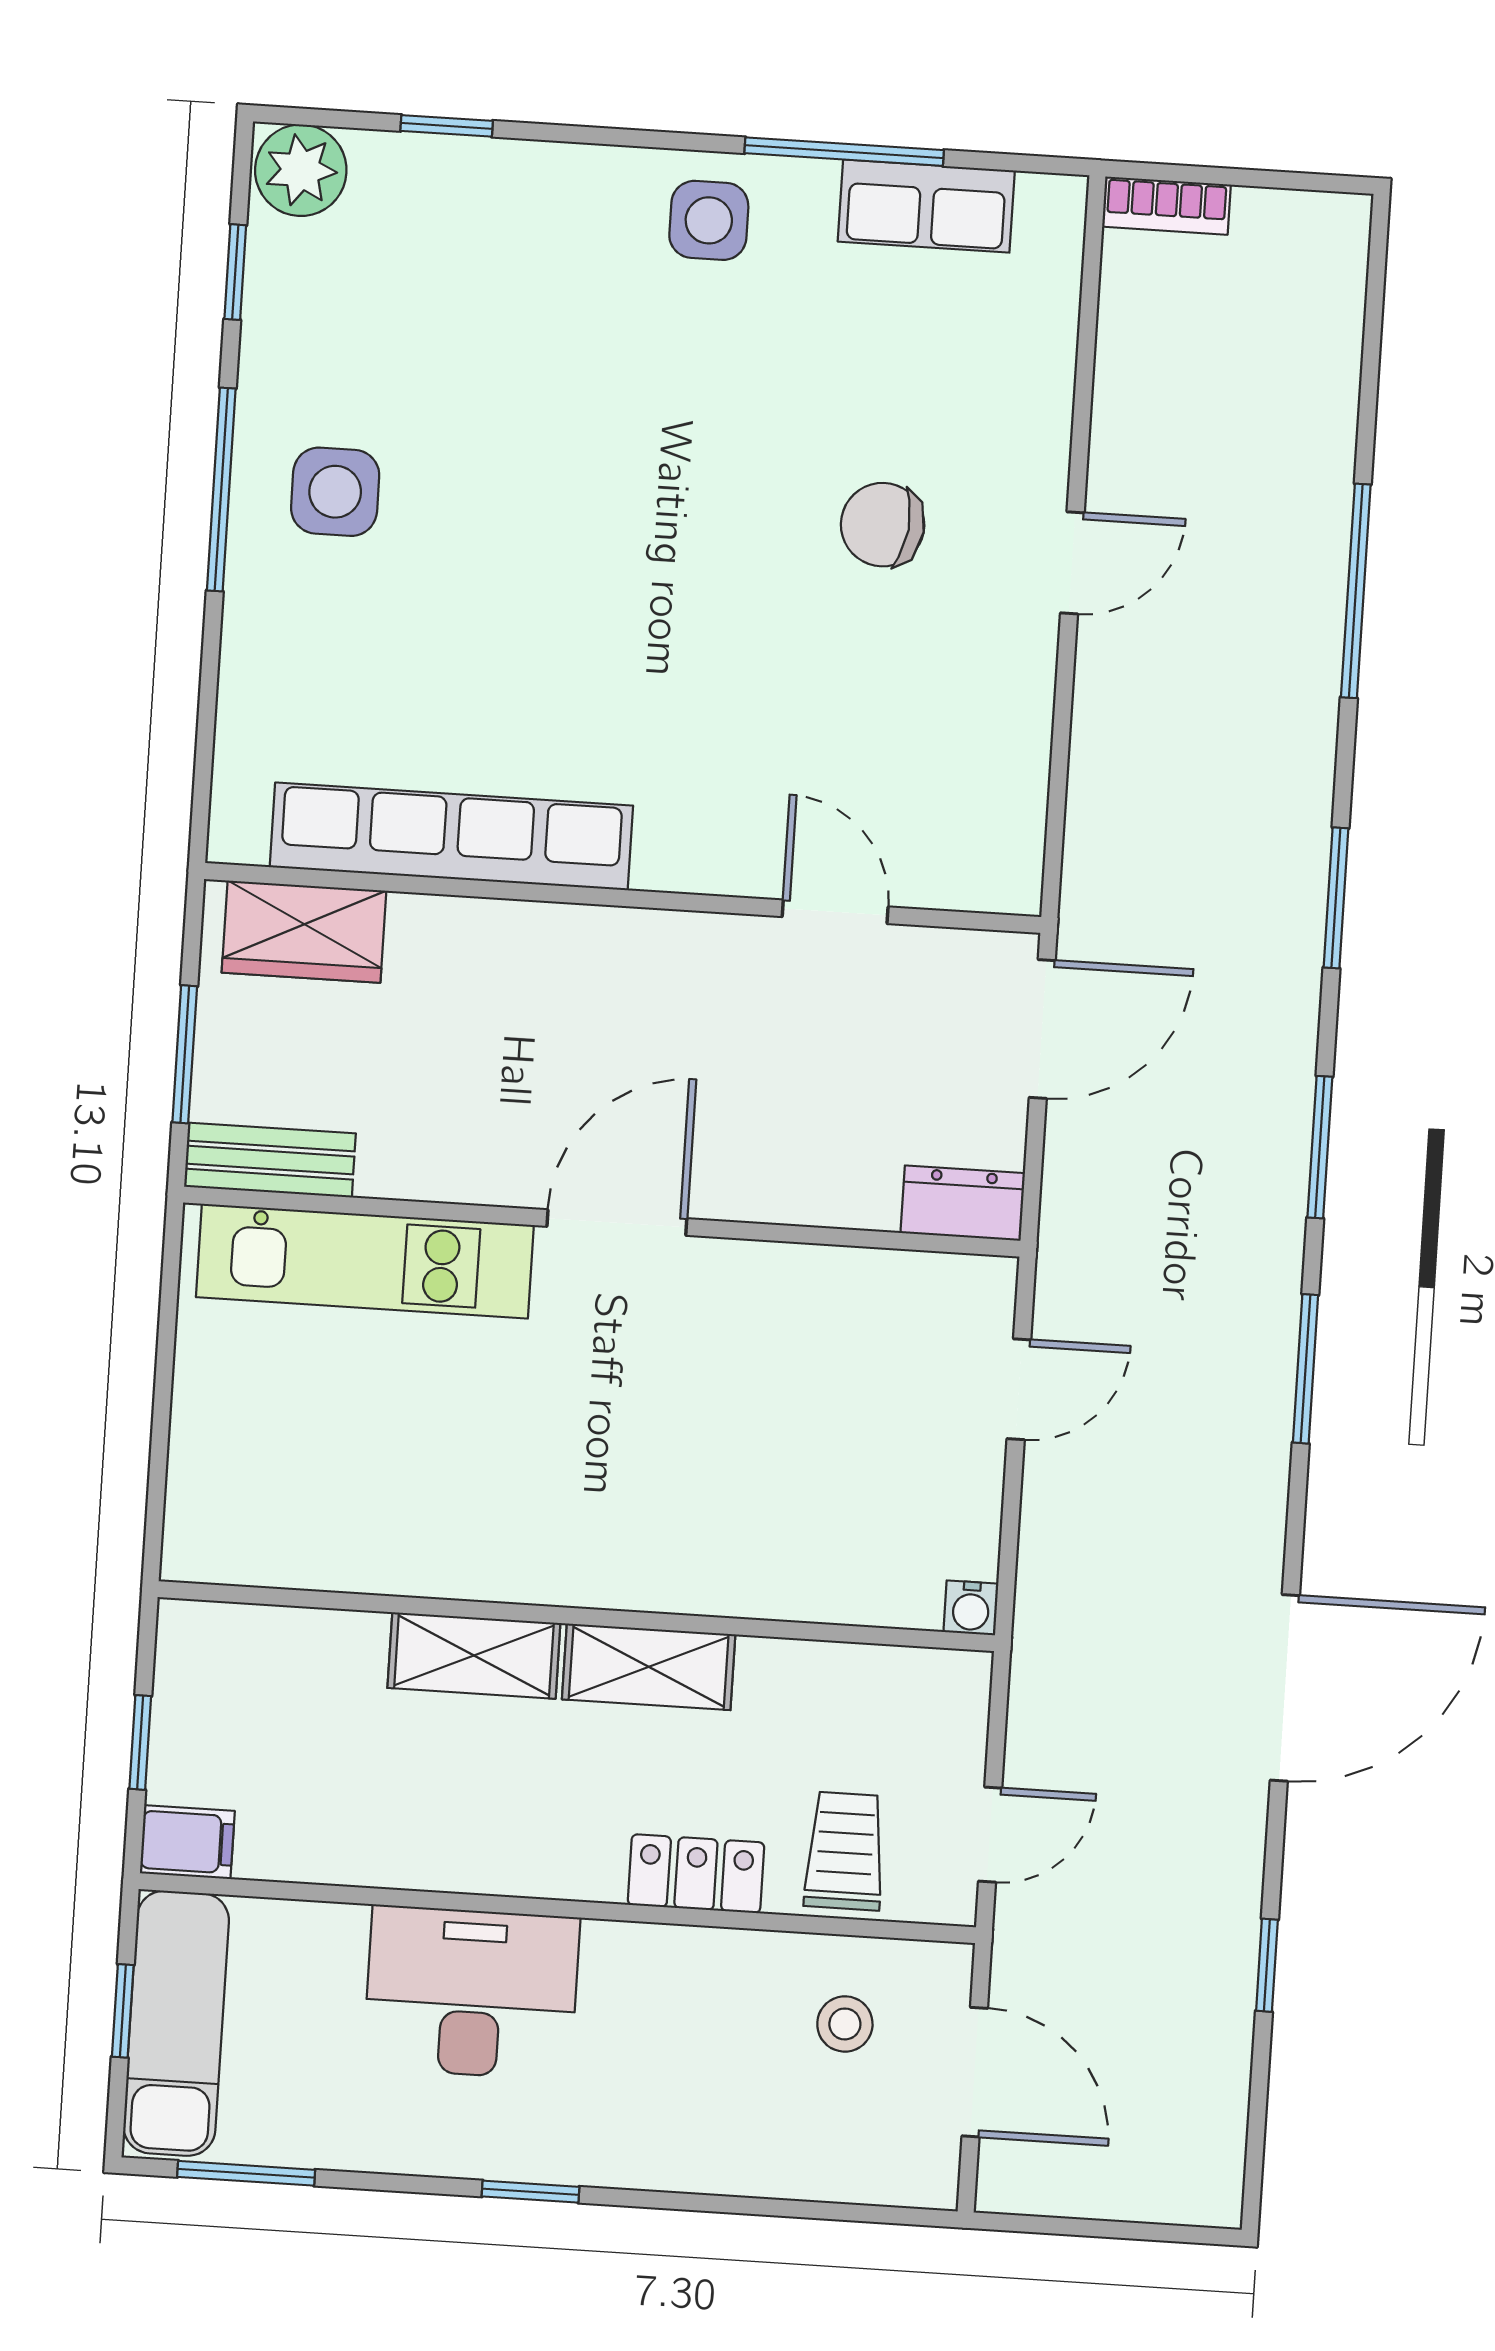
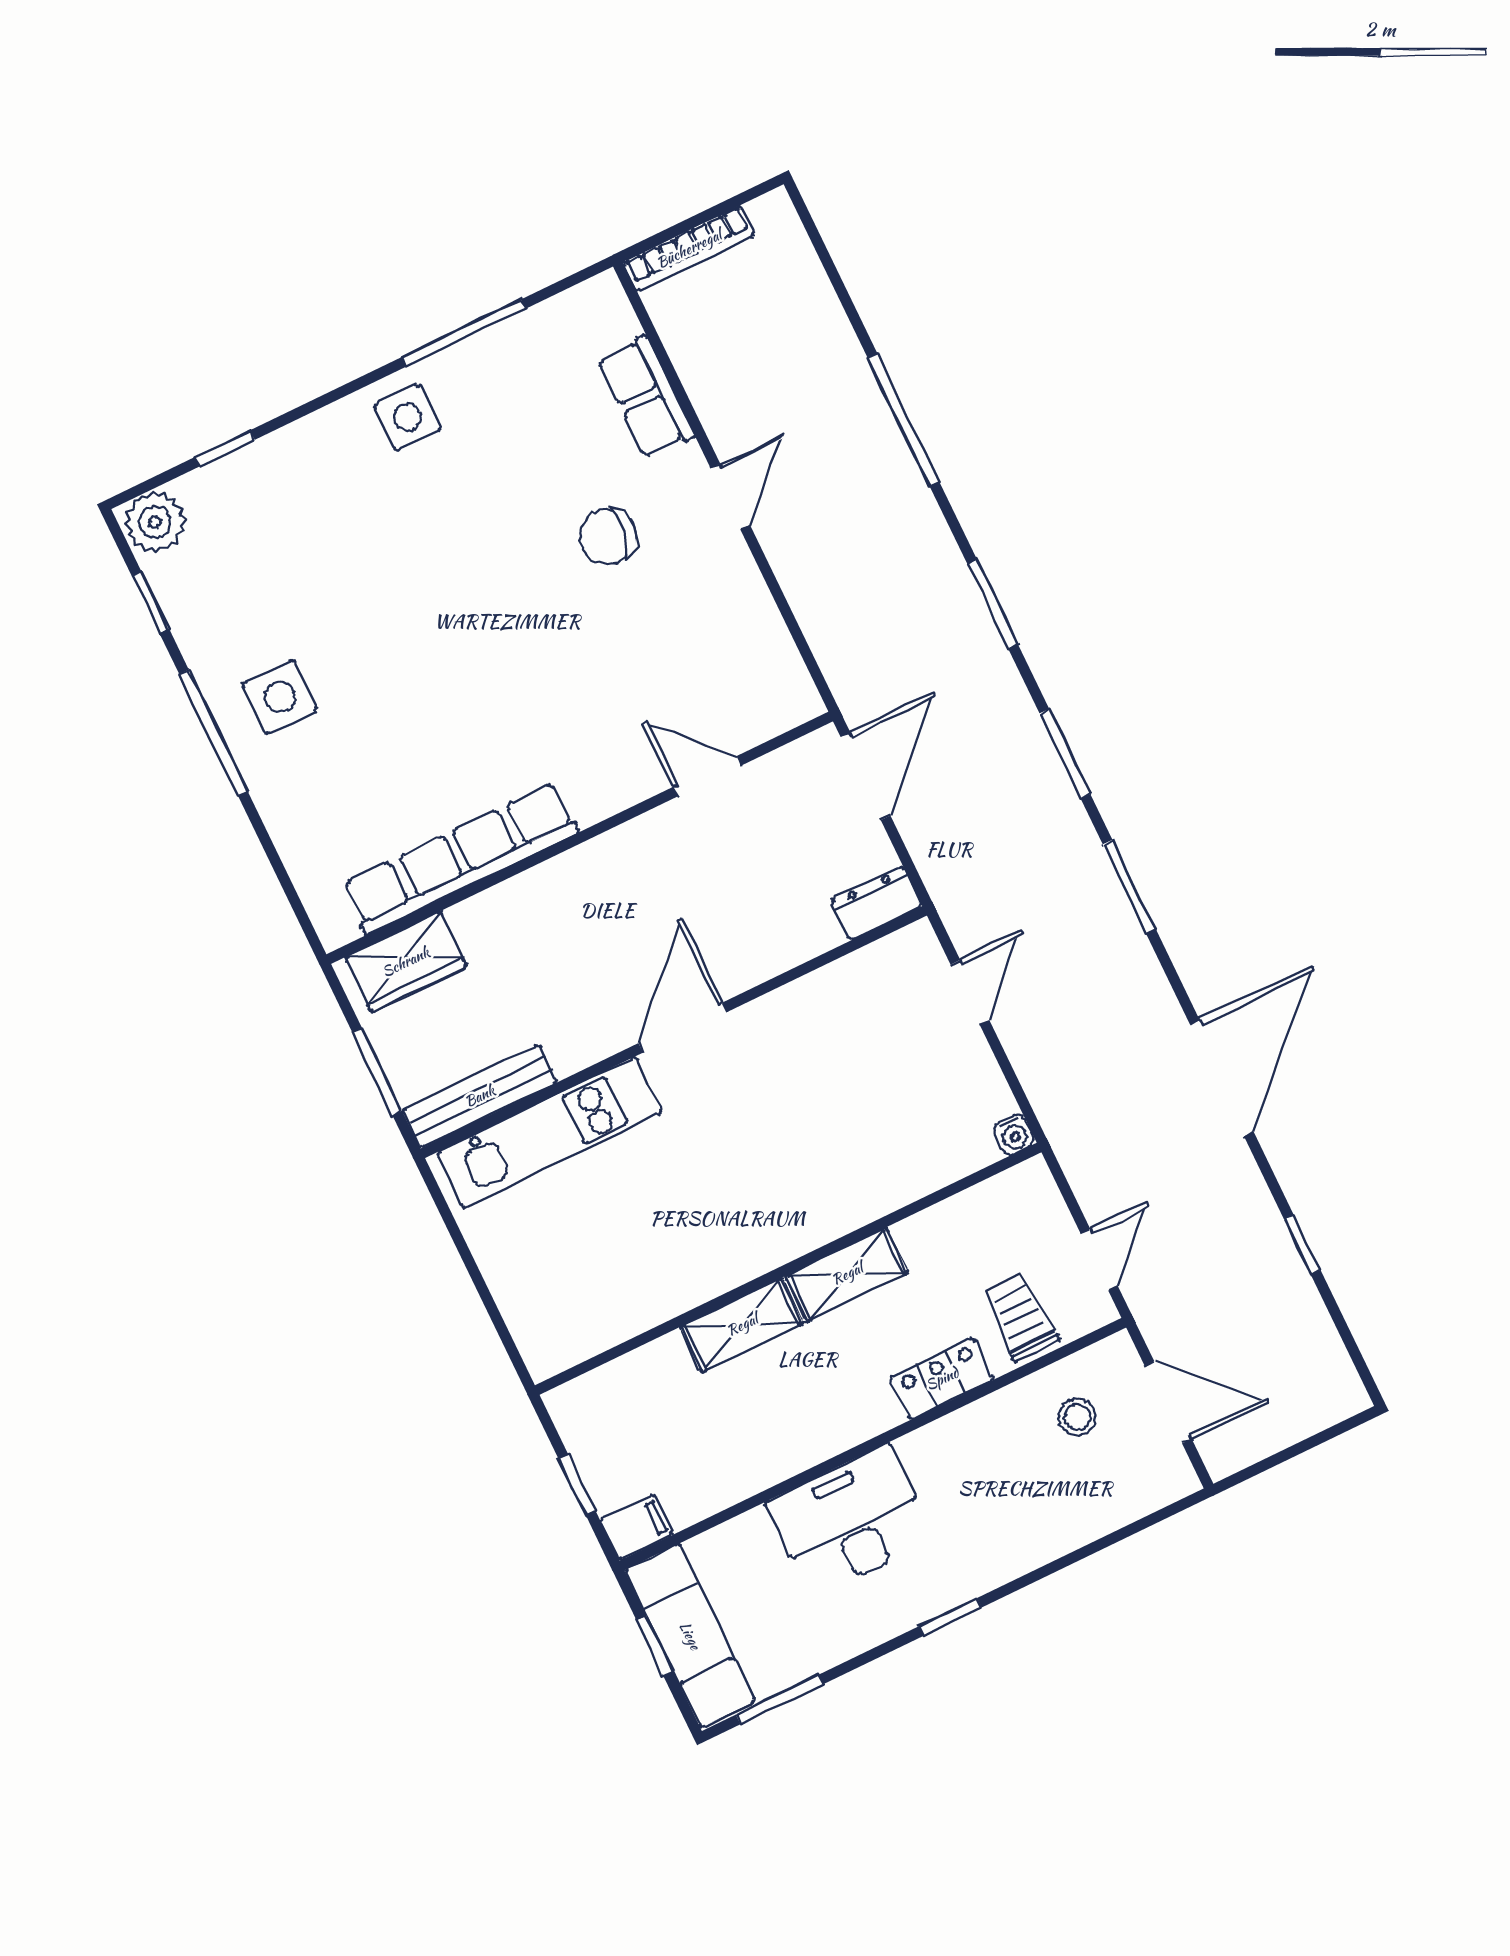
row of seats: (926, 206) -> (646, 397), moved, turned 90
bookcase: (1166, 206) -> (689, 249), width x1.56
bench: (270, 1160) -> (480, 1096), width x1.36

